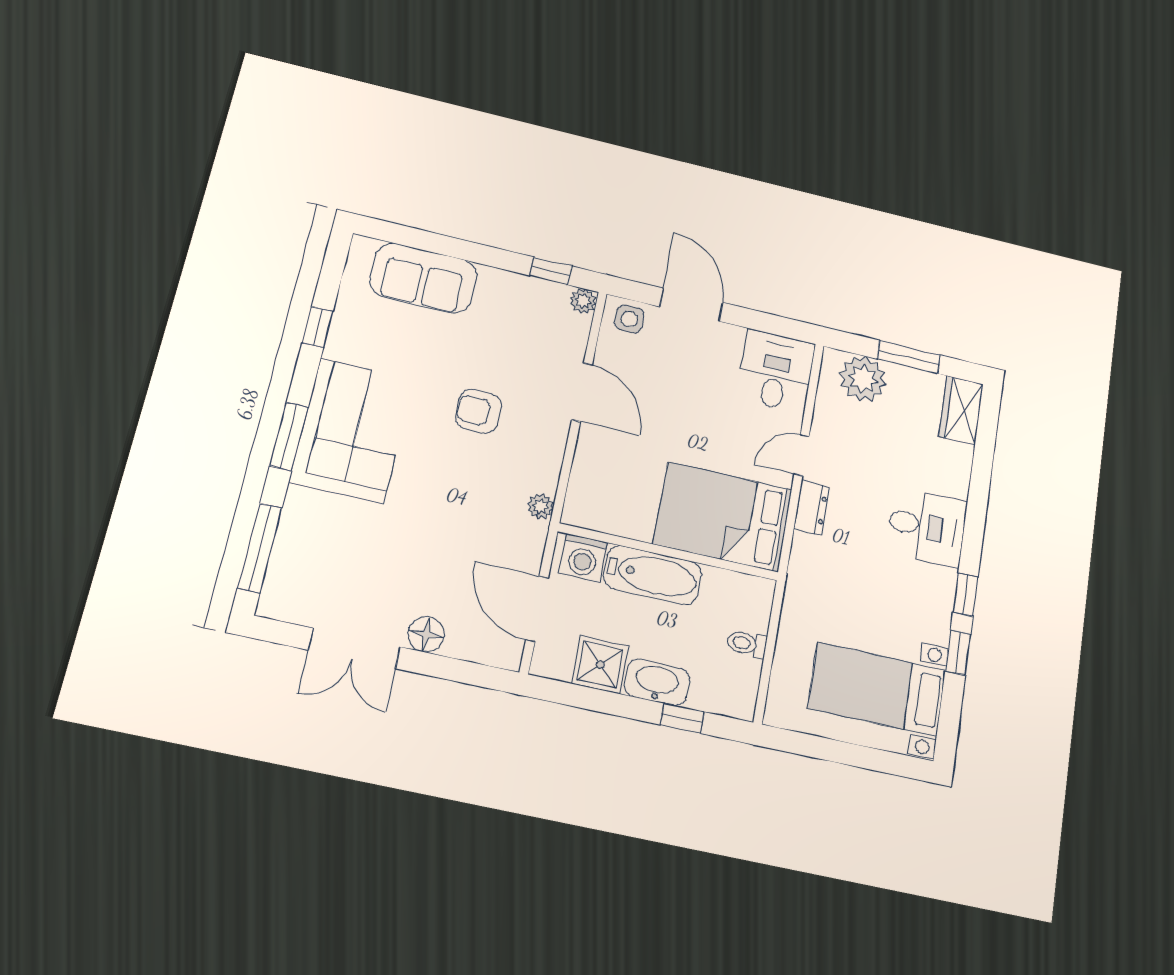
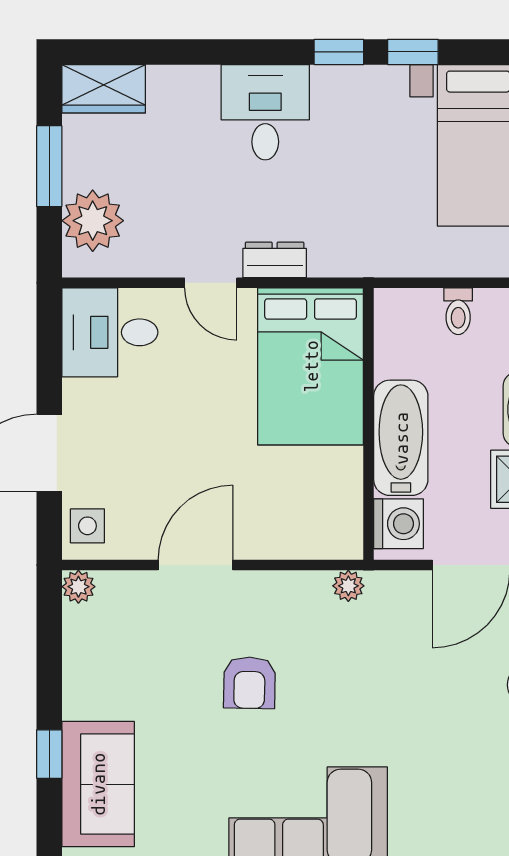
window: (551, 271) -> (49, 754), moved

